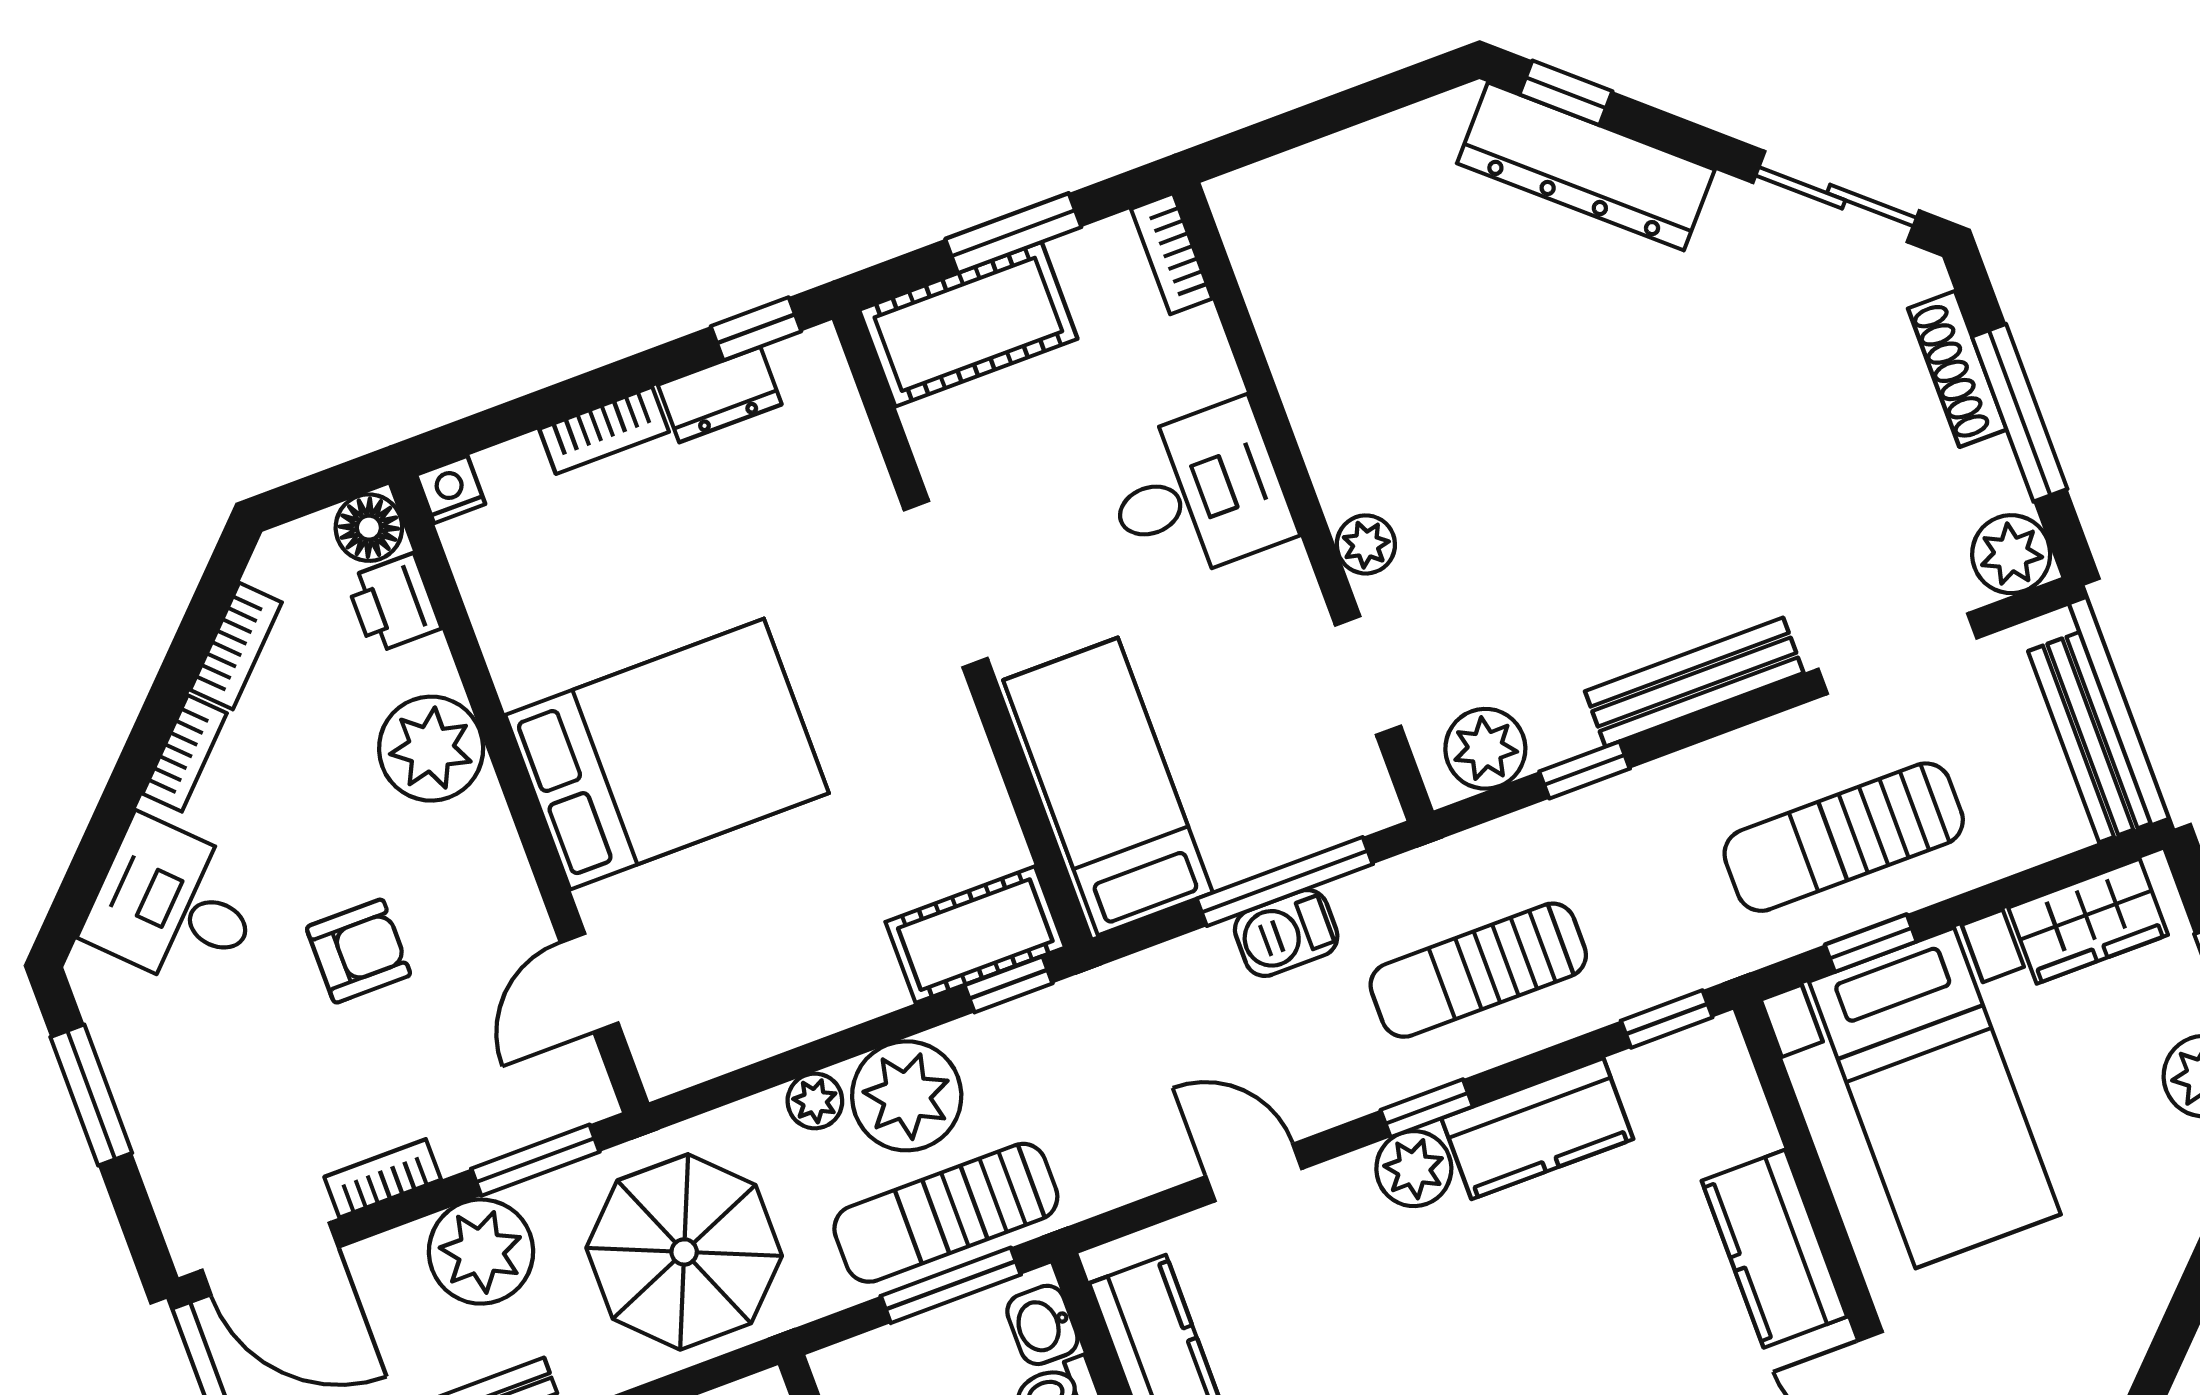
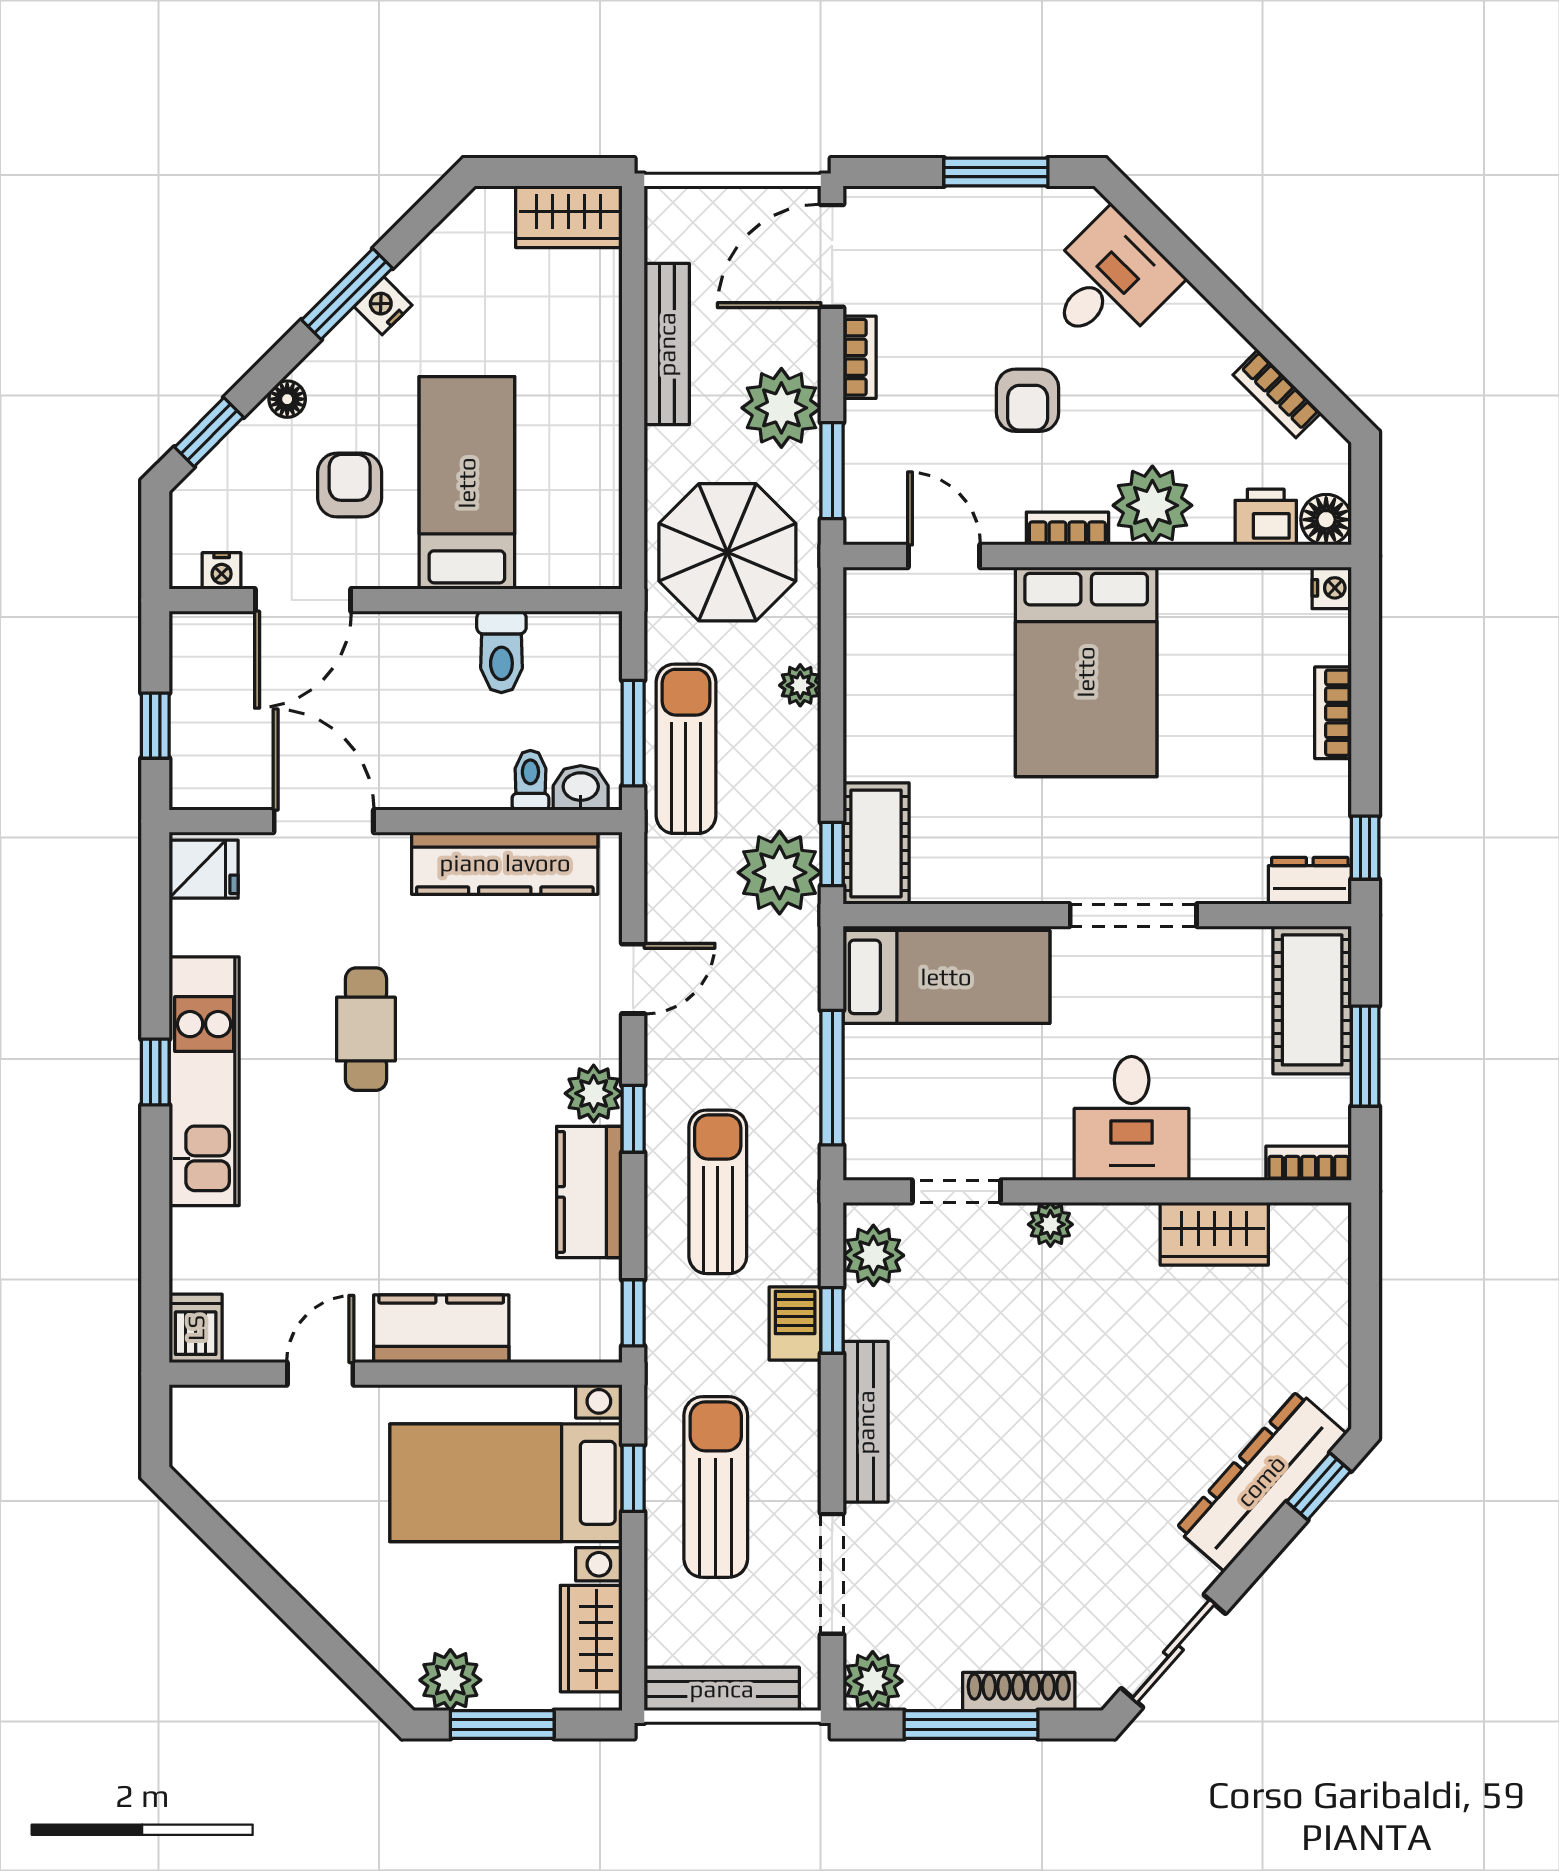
wardrobe: (1302, 338) -> (1214, 1234), added
dresser: (720, 394) -> (1310, 881), moved, turned 90
bookcase: (185, 753) -> (1067, 528), moved, turned 135
barbecue: (1286, 933) -> (795, 1323), moved
plant: (907, 1096) -> (780, 873), moved

